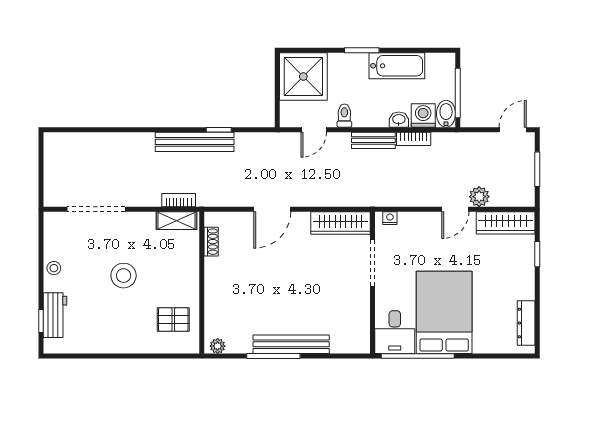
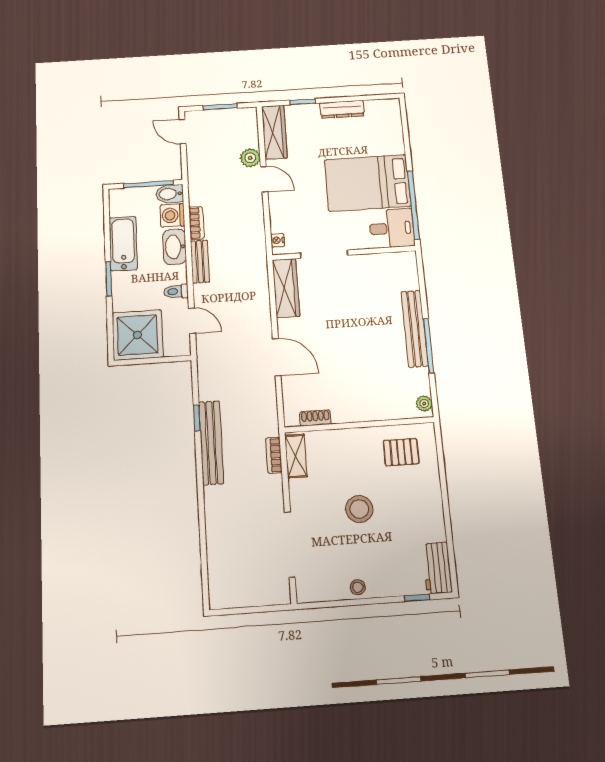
washbasin: (399, 120) -> (175, 247), width x1.91, depth x1.45
workbench: (55, 315) -> (437, 568), moved, turned -90
pallet: (173, 320) -> (401, 452), turned 90
dresser: (526, 323) -> (342, 109), moved

